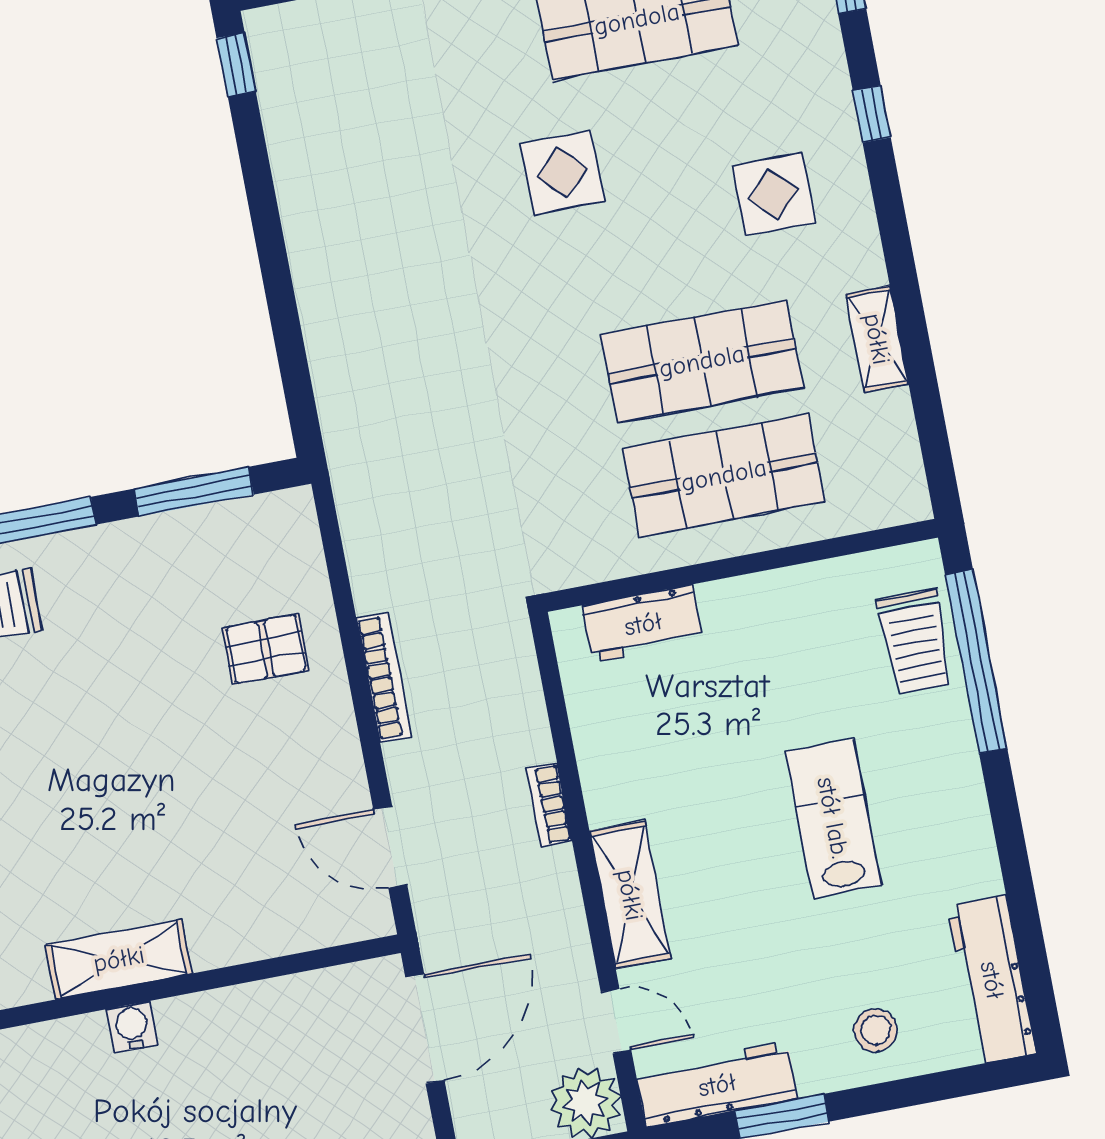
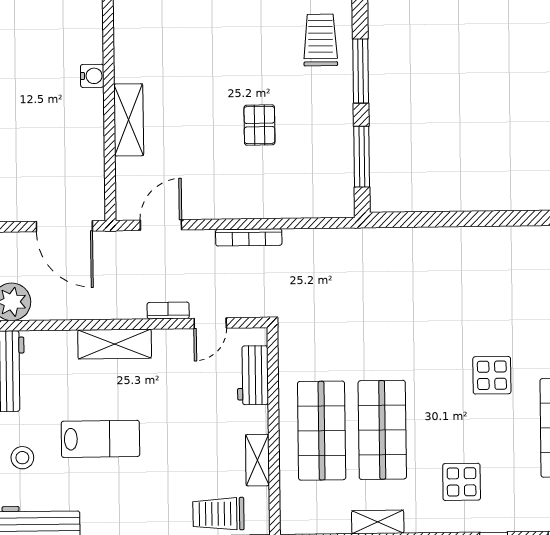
shelving: (801, 586) -> (257, 460), added
pallet: (266, 649) -> (259, 125), moved
lab bench: (833, 818) -> (100, 439), moved
shelving: (119, 959) -> (129, 120), moved
door: (616, 1021) -> (210, 323), moved

